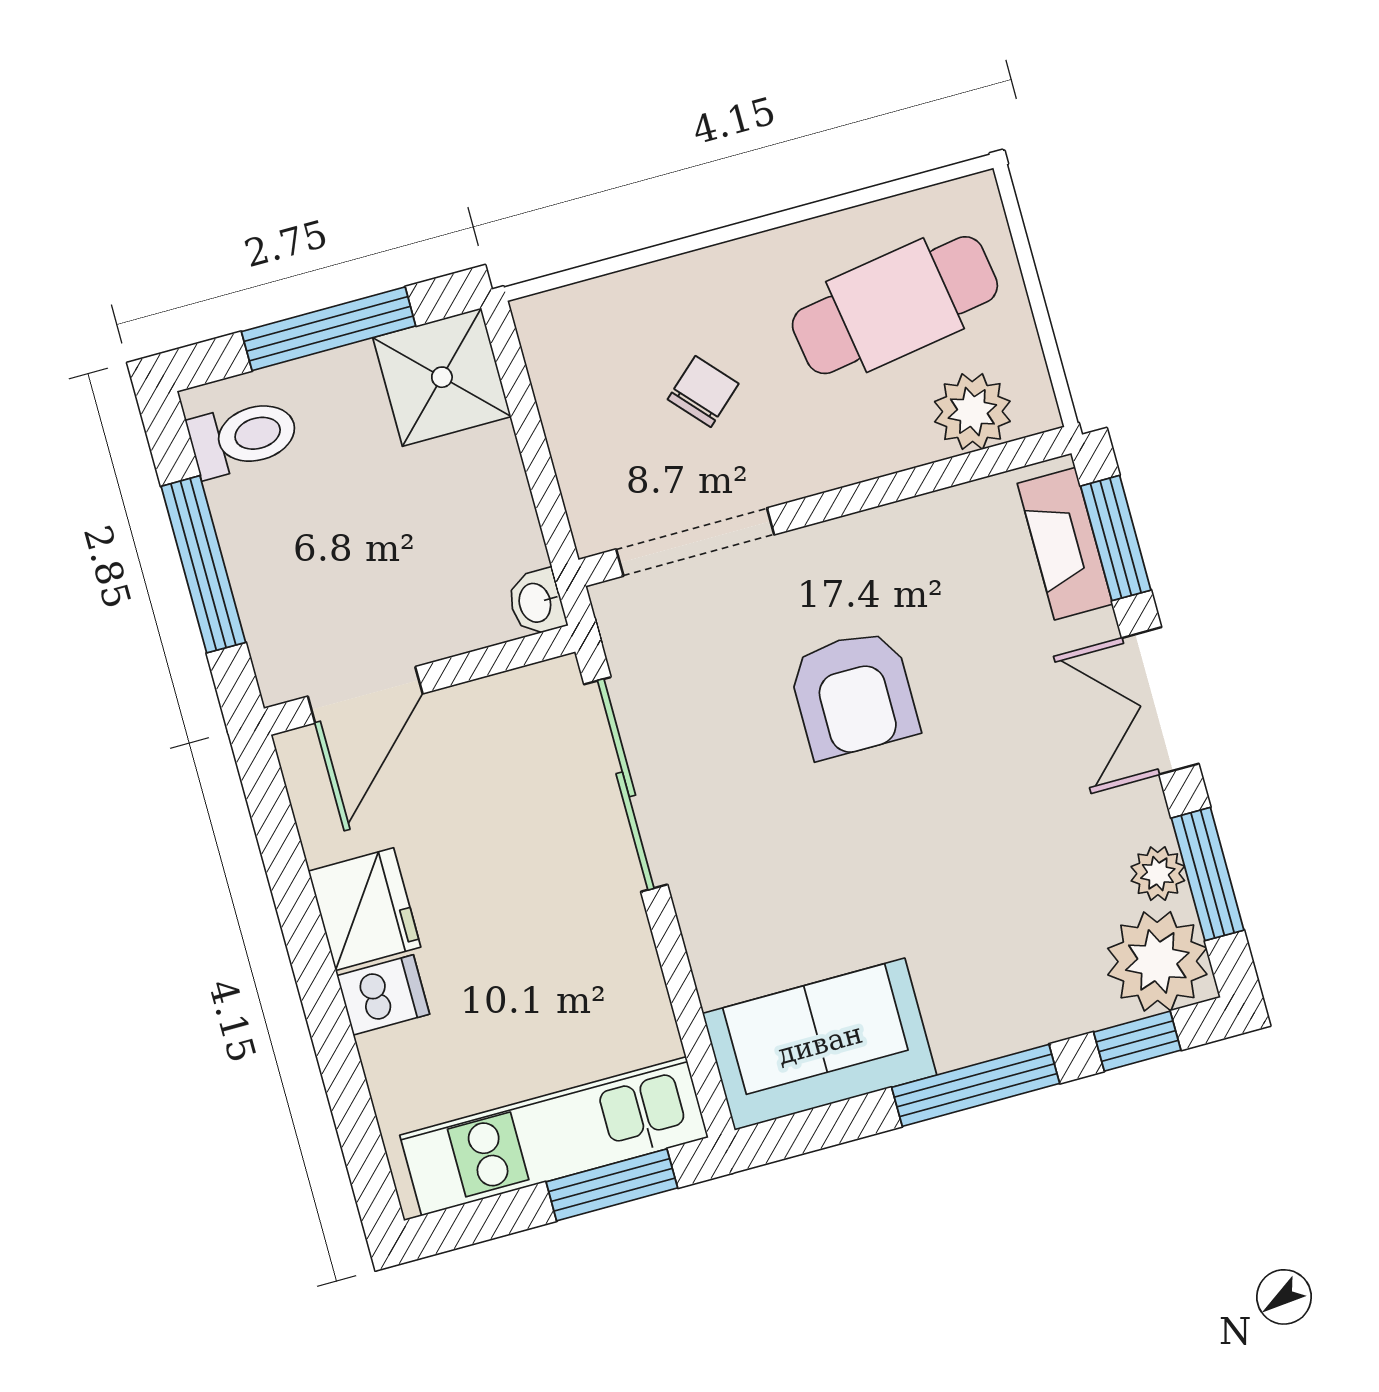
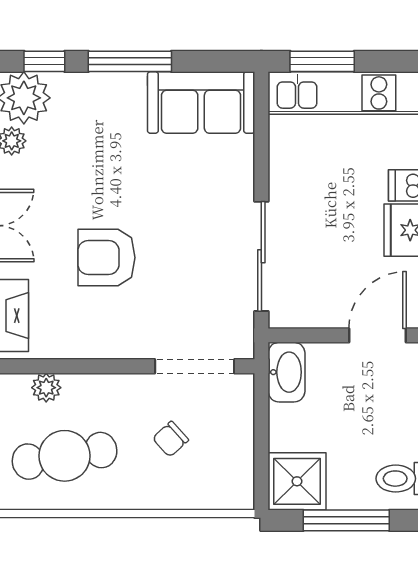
plant: (972, 412) -> (46, 388), width x0.73, depth x0.73
washbasin: (536, 602) -> (287, 372), width x1.91, depth x1.45
armchair: (854, 694) -> (106, 258), moved, turned -90

